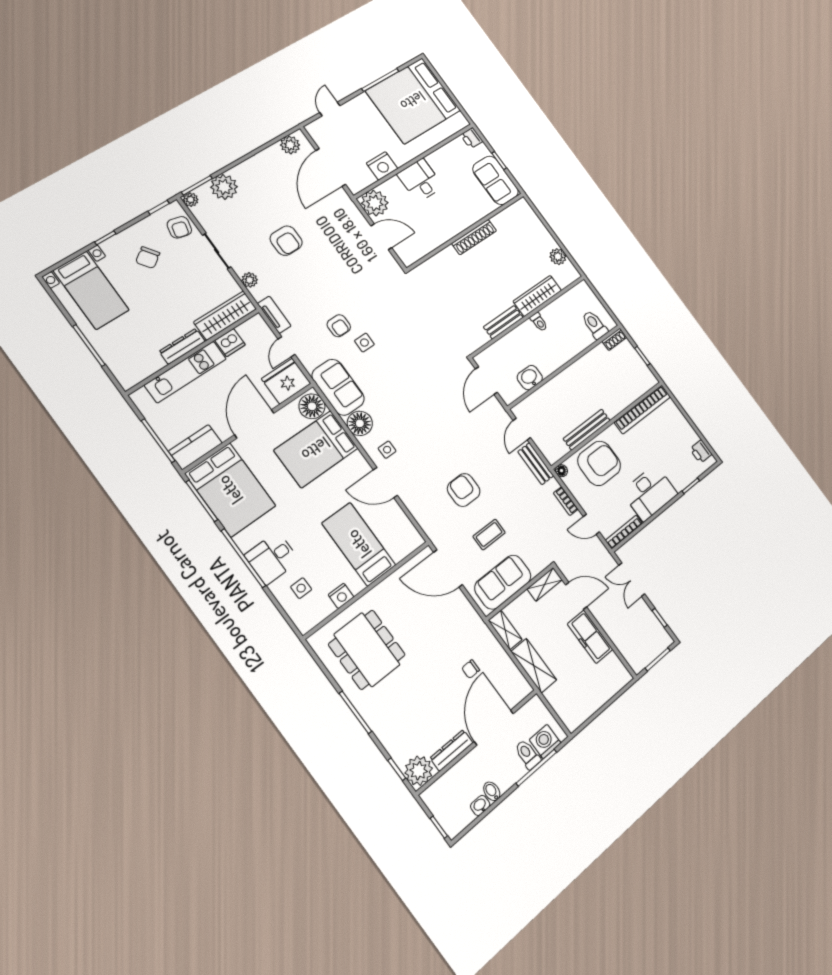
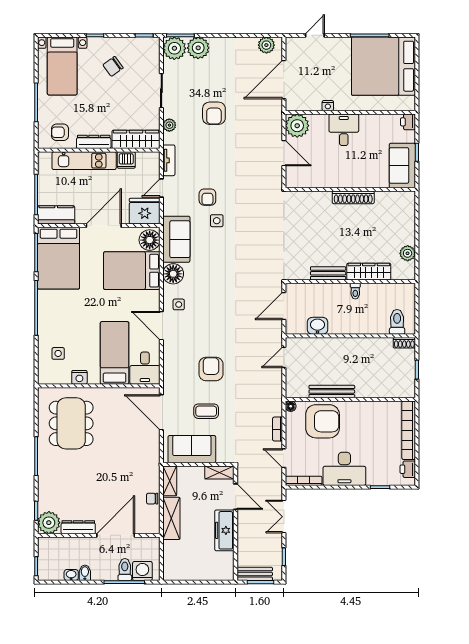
nightstand: (382, 166) -> (328, 106), width x0.53, depth x0.56
plant: (191, 200) -> (174, 48), width x1.87, depth x1.87
armchair: (179, 227) -> (60, 132), moved, turned 77
bookcase: (642, 409) -> (409, 430), moved, turned 90
bench: (536, 464) -> (255, 574), moved, turned 90
desk: (272, 558) -> (145, 368), moved, turned -90
chair: (471, 669) -> (152, 499), moved

